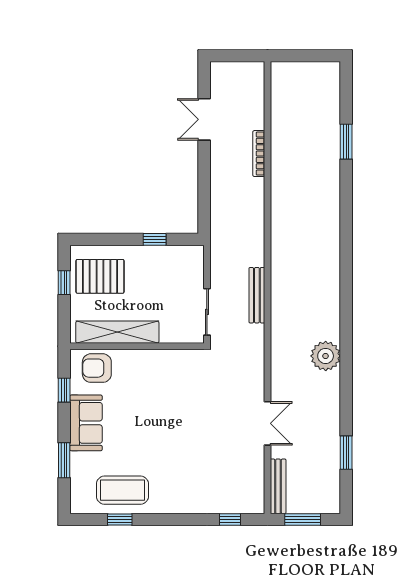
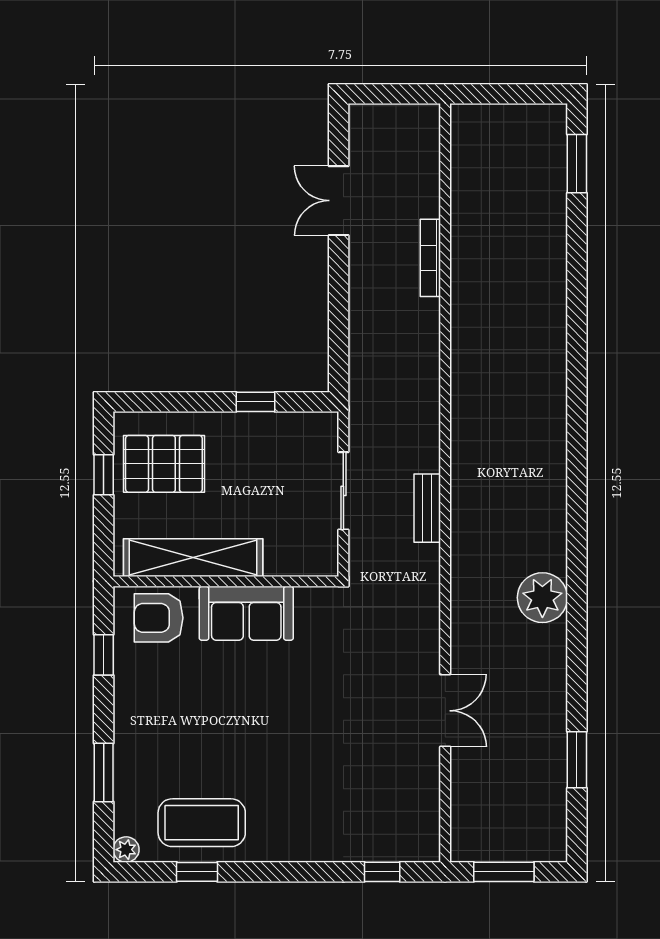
window: (346, 142) -> (577, 164), moved
bench: (257, 295) -> (427, 508), width x0.73
sliding door: (207, 312) -> (343, 491), moved
sofa: (86, 423) -> (246, 613), moved, turned 90
bench: (278, 486) -> (463, 816), removed
plant: (77, 506) -> (126, 850), added

